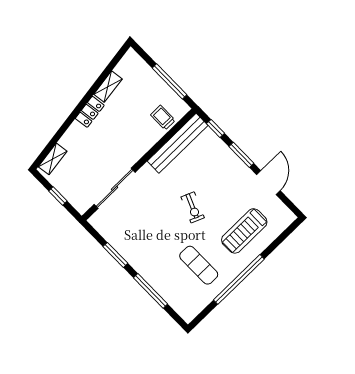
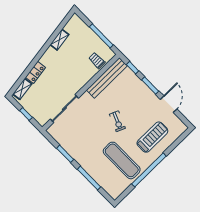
locker: (90, 112) -> (35, 72), moved
treadmill: (244, 231) -> (152, 137), turned 180
exercise mat: (199, 265) -> (122, 160), width x1.36, depth x1.45

